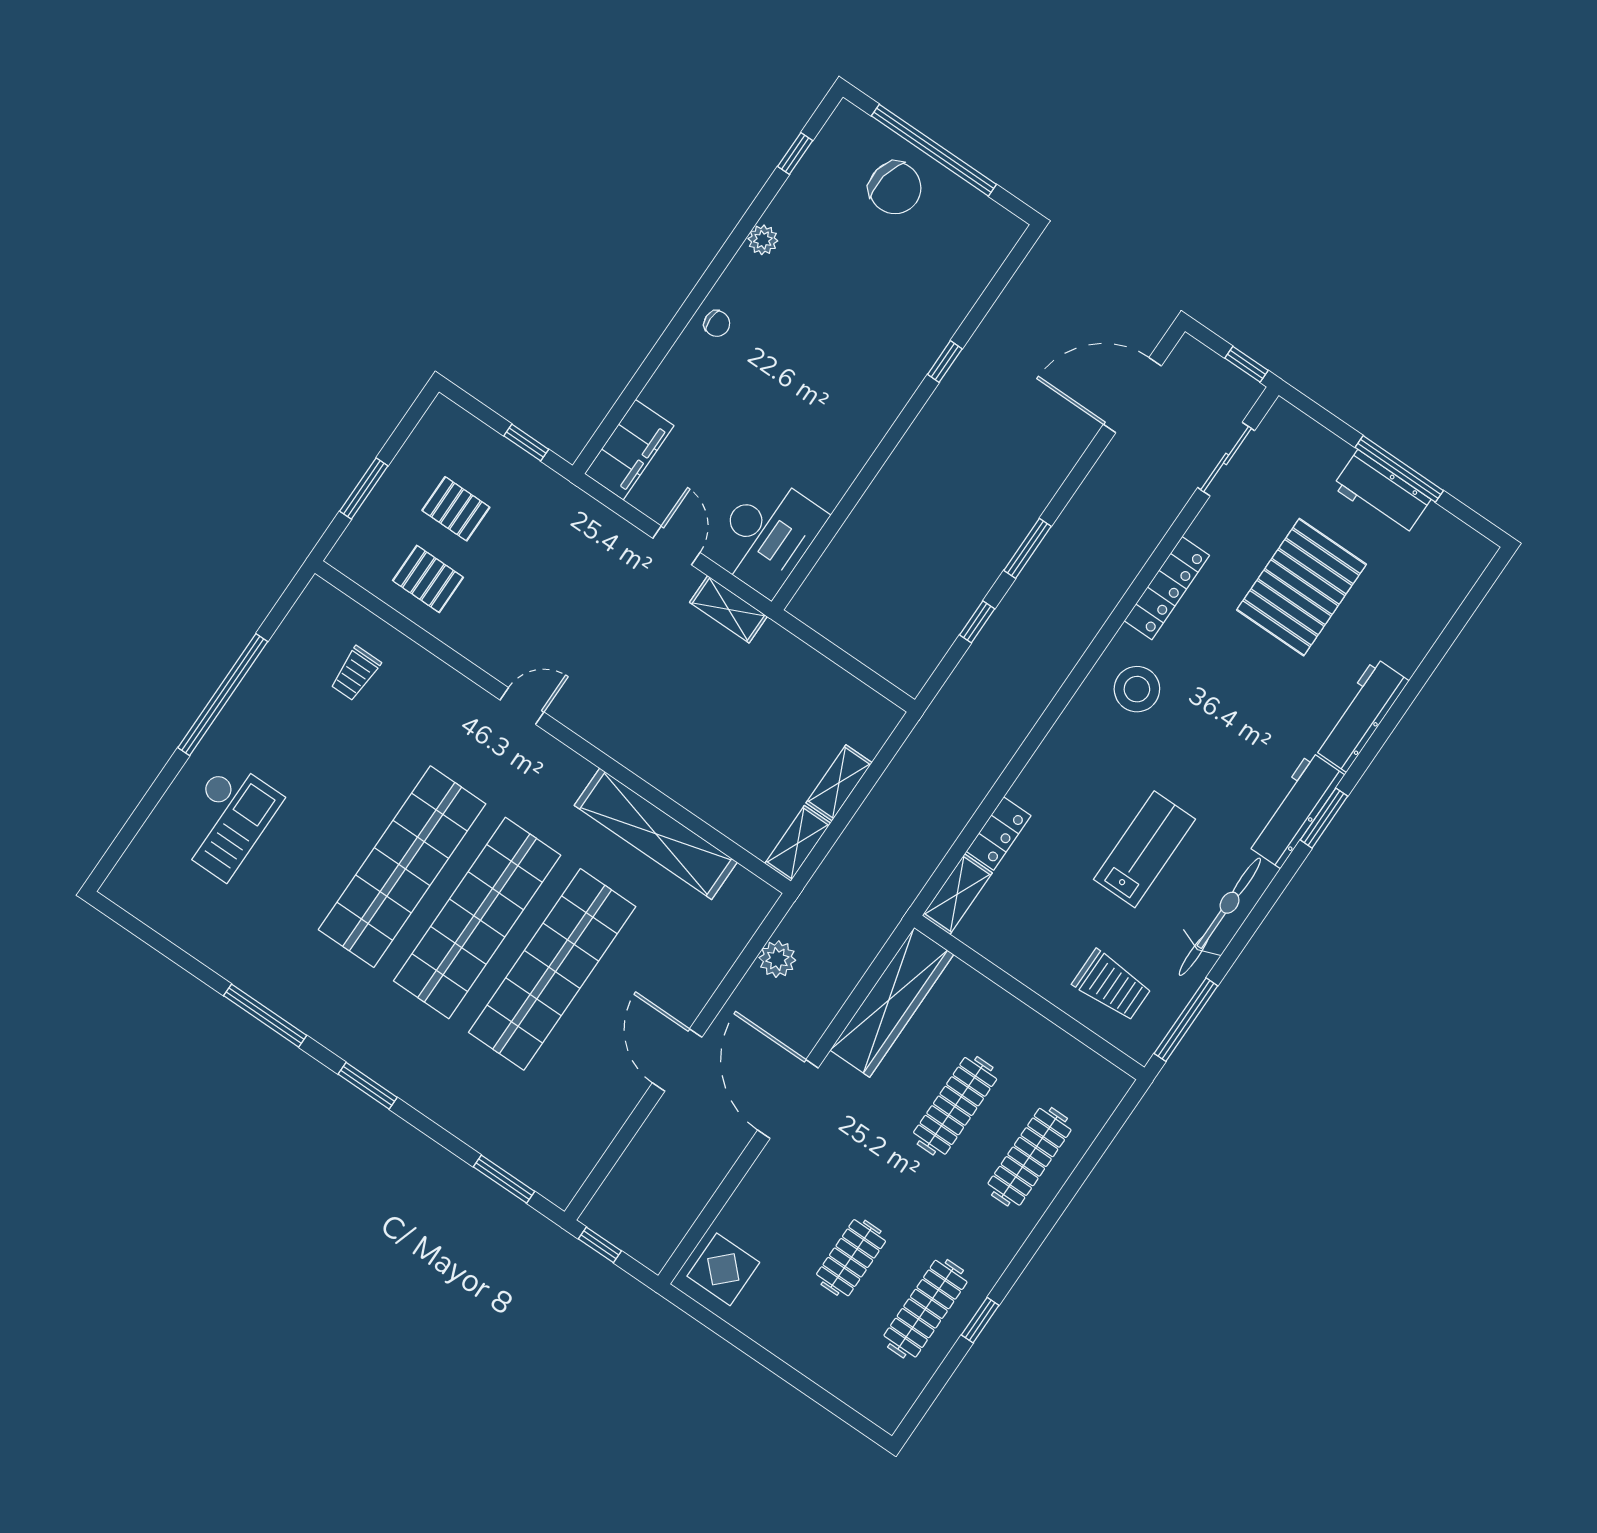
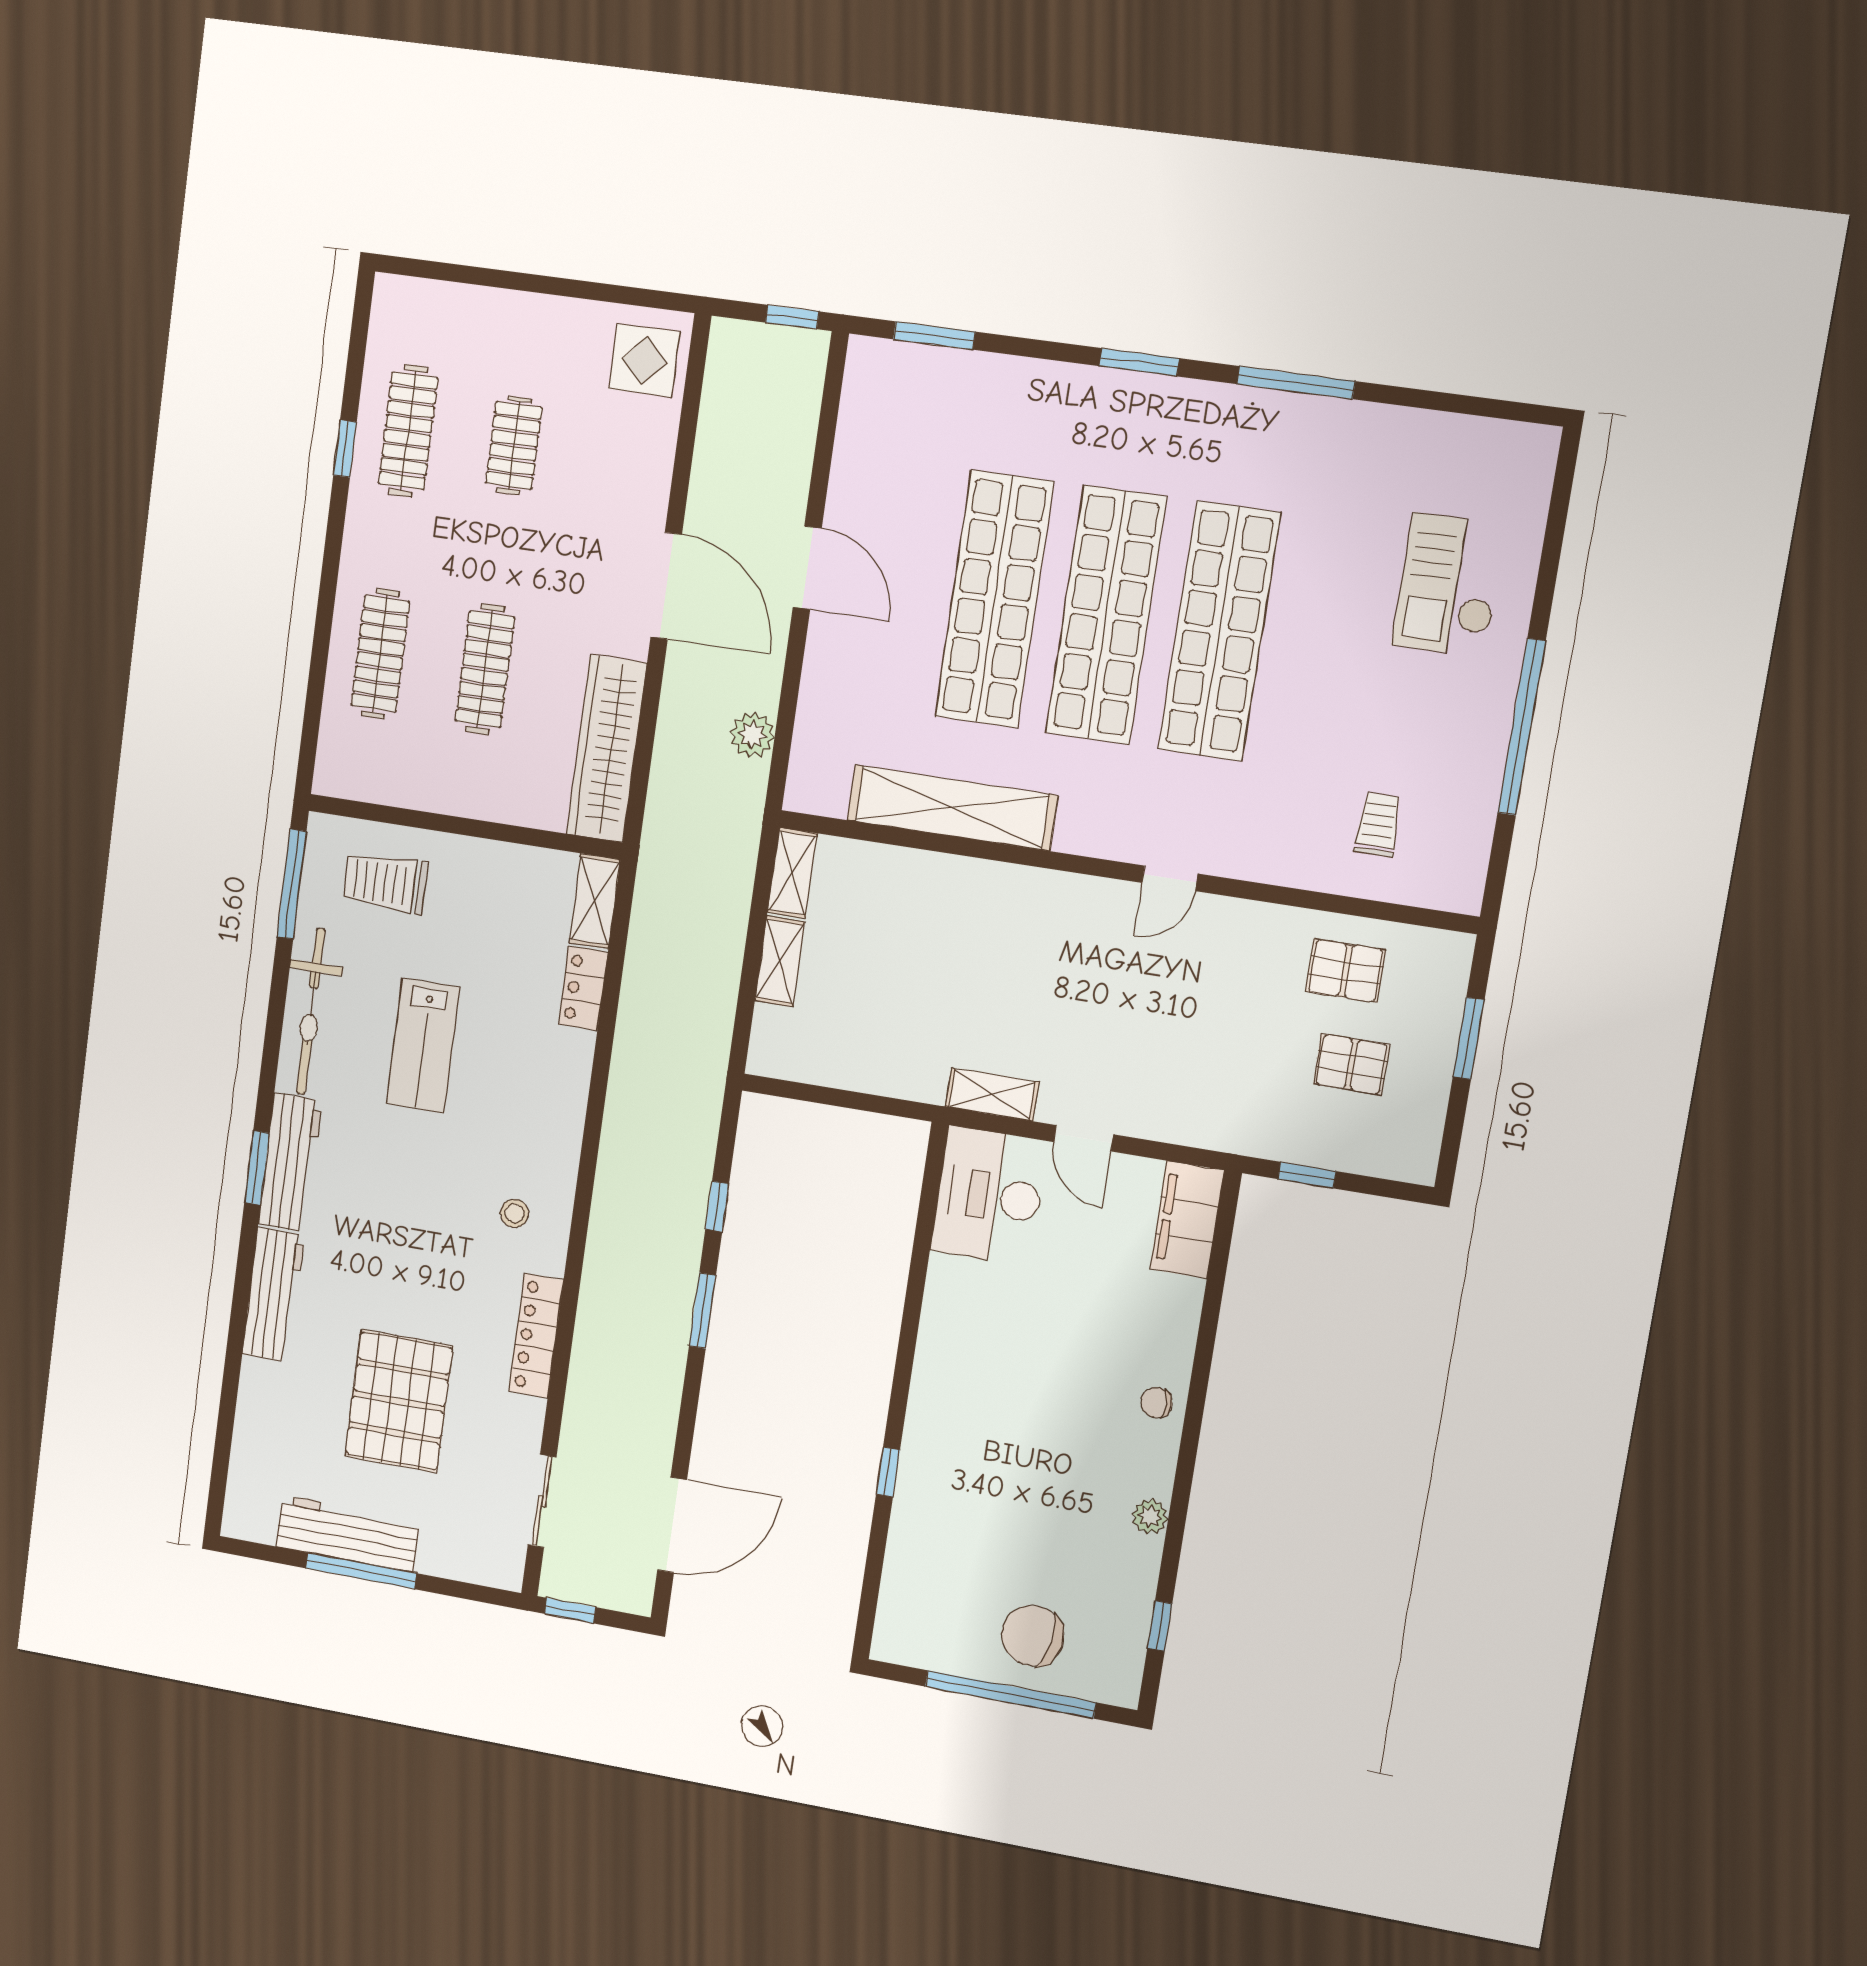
workbench: (1382, 493) -> (348, 1534), width x1.38
stool: (1137, 689) -> (515, 1213), width x0.53, depth x0.53

